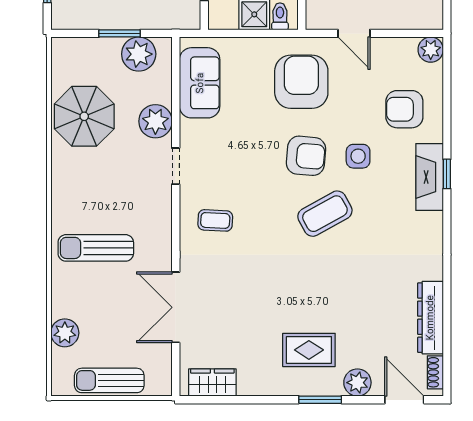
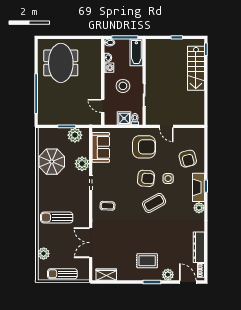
plant: (431, 50) -> (199, 208), moved
armchair: (301, 82) -> (144, 147), turned 90
armchair: (404, 109) -> (188, 159), turned -104

